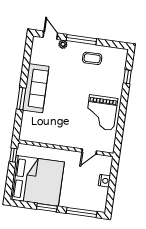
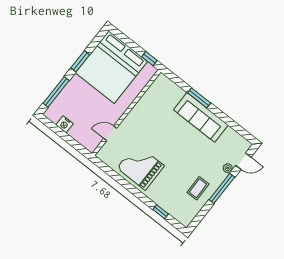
door: (89, 152) -> (110, 133), hinge flipped
nightstand: (104, 181) -> (65, 124), moved

